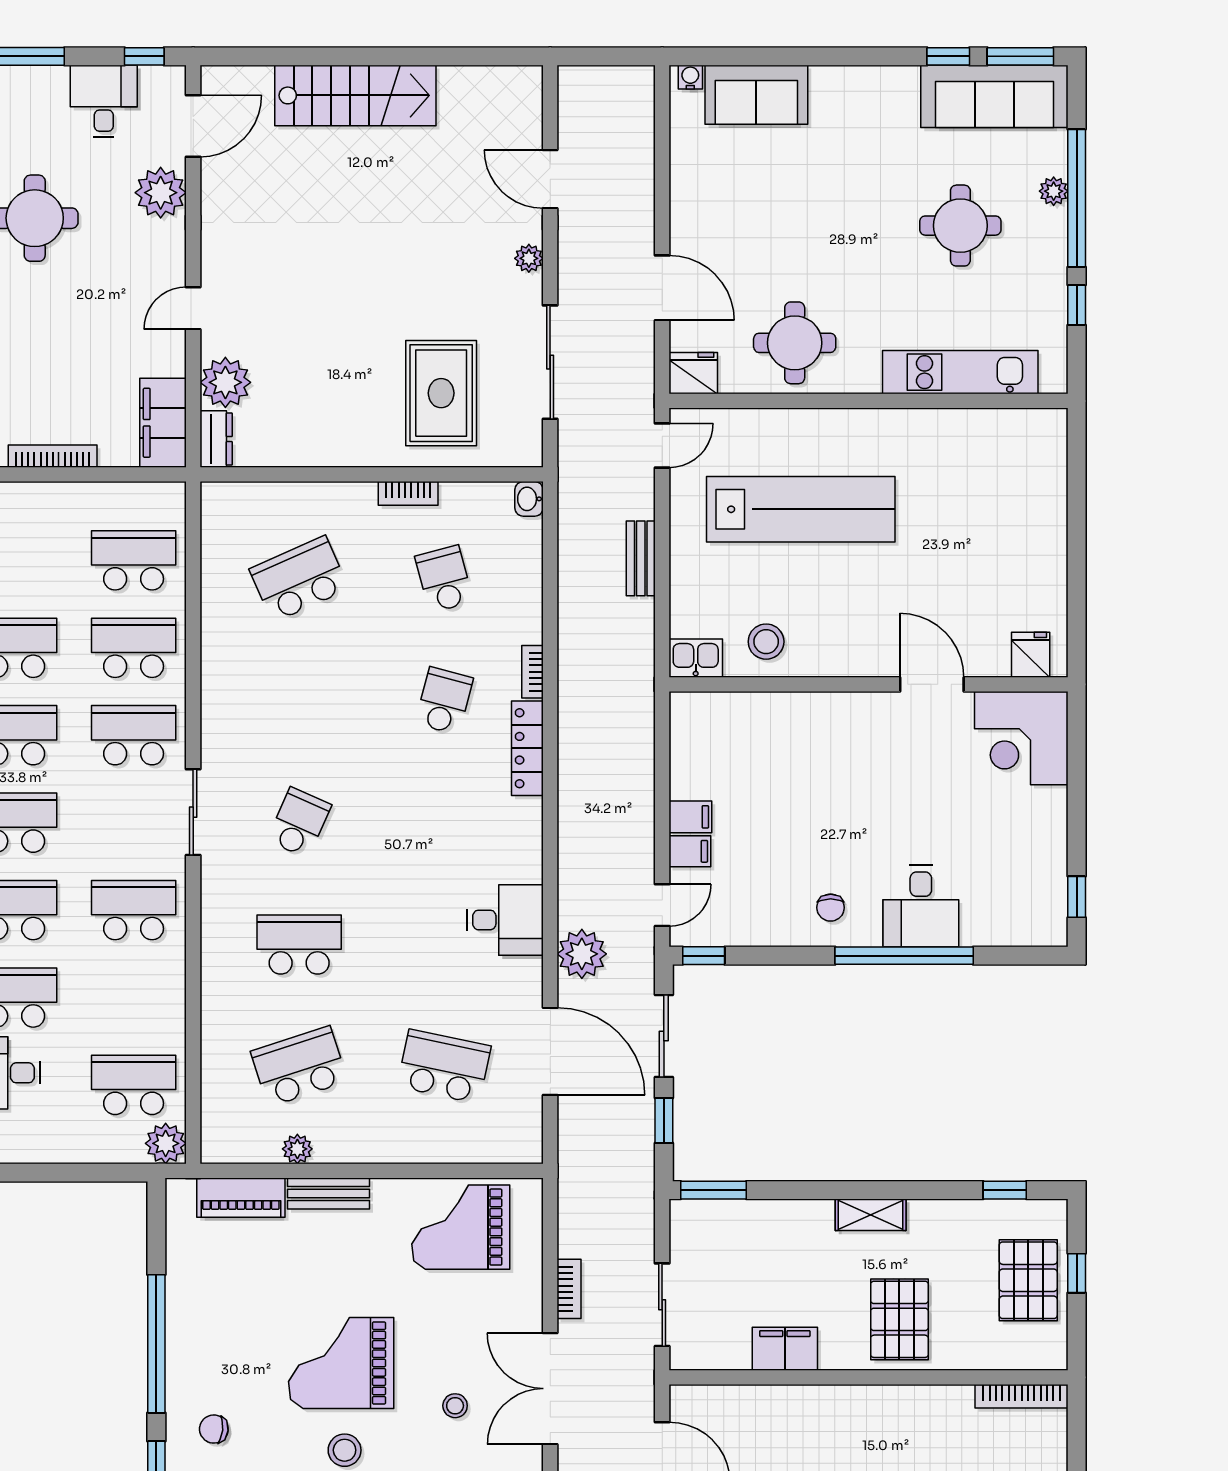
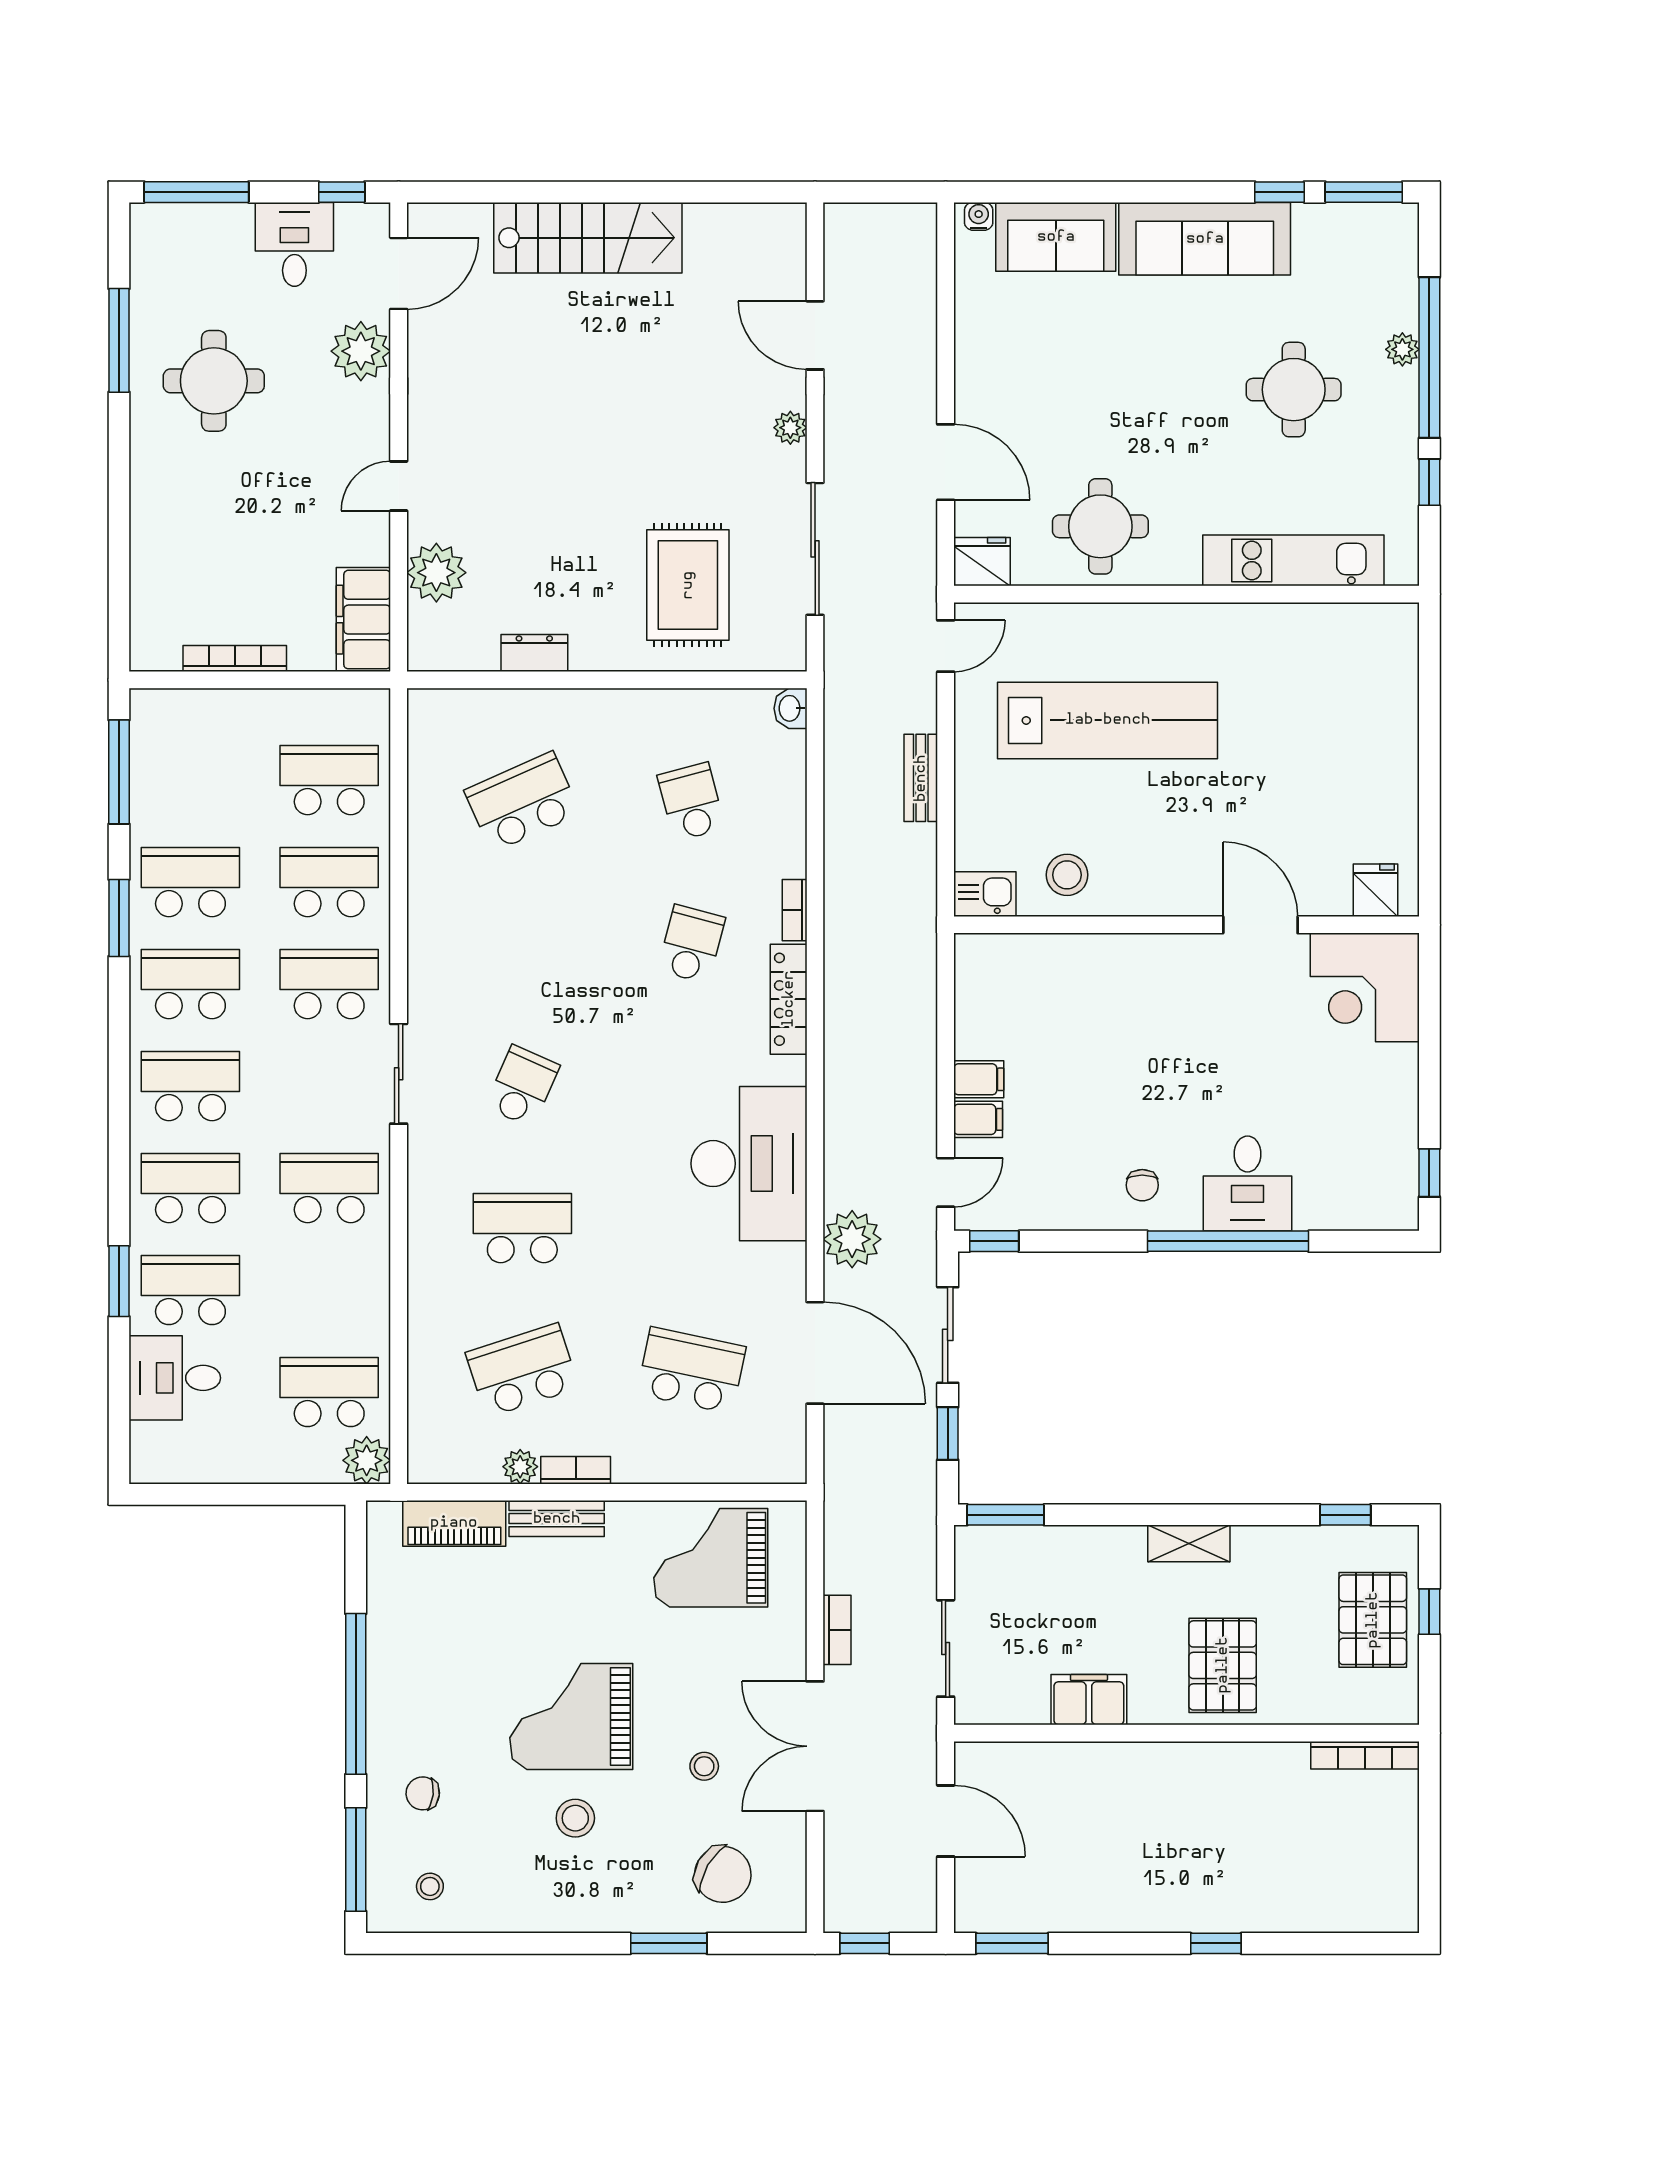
sofa: (994, 96) -> (1205, 239), moved
dresser: (216, 439) -> (534, 653), moved, turned -90
bookcase: (408, 493) -> (576, 1470), moved, turned 180
desk: (505, 920) -> (749, 1164), width x1.87, depth x1.30

